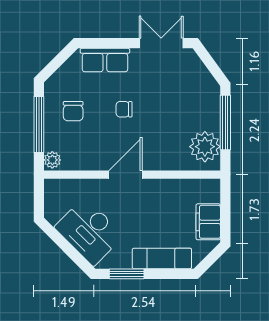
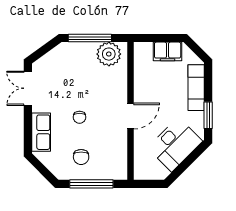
chair: (73, 111) -> (81, 157), turned 90
plant: (52, 160) -> (119, 173), removed
door: (126, 175) -> (131, 116), swing flipped

